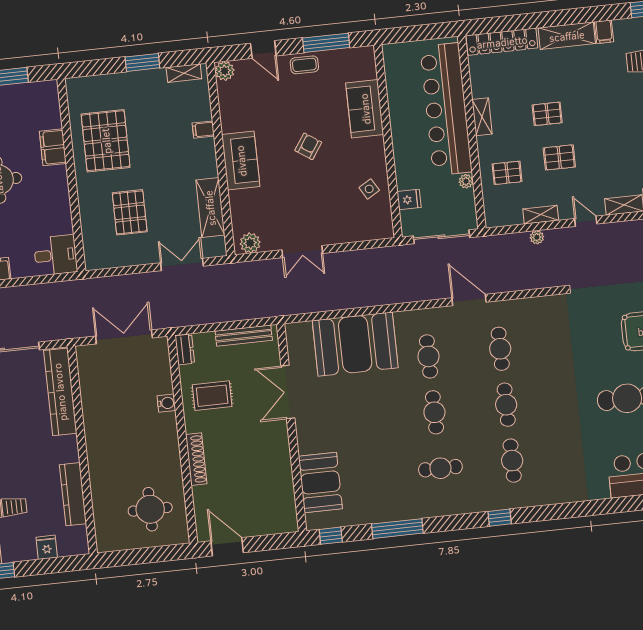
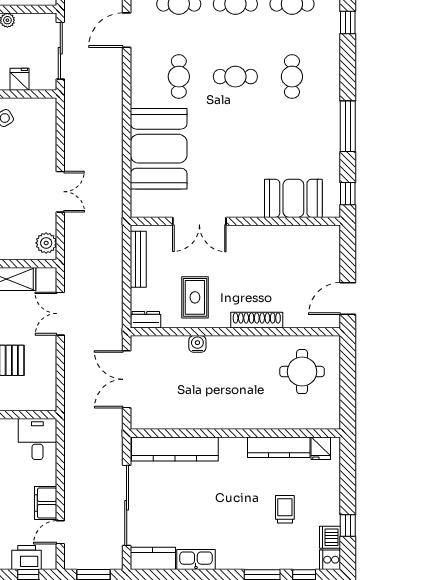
cafe table: (428, 356) -> (179, 77), turned 90
fridge: (47, 547) -> (321, 448), moved, turned -90

